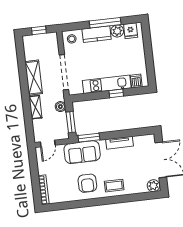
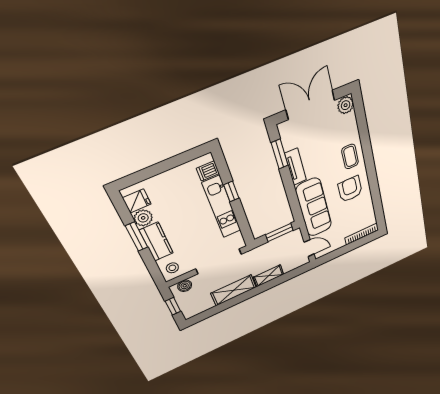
window: (105, 23) -> (137, 237), width x0.69
boiler: (60, 107) -> (185, 286), moved
window: (89, 138) -> (280, 154), moved
sofa: (82, 152) -> (314, 208), width x1.36
armchair: (87, 183) -> (350, 189), turned -90

